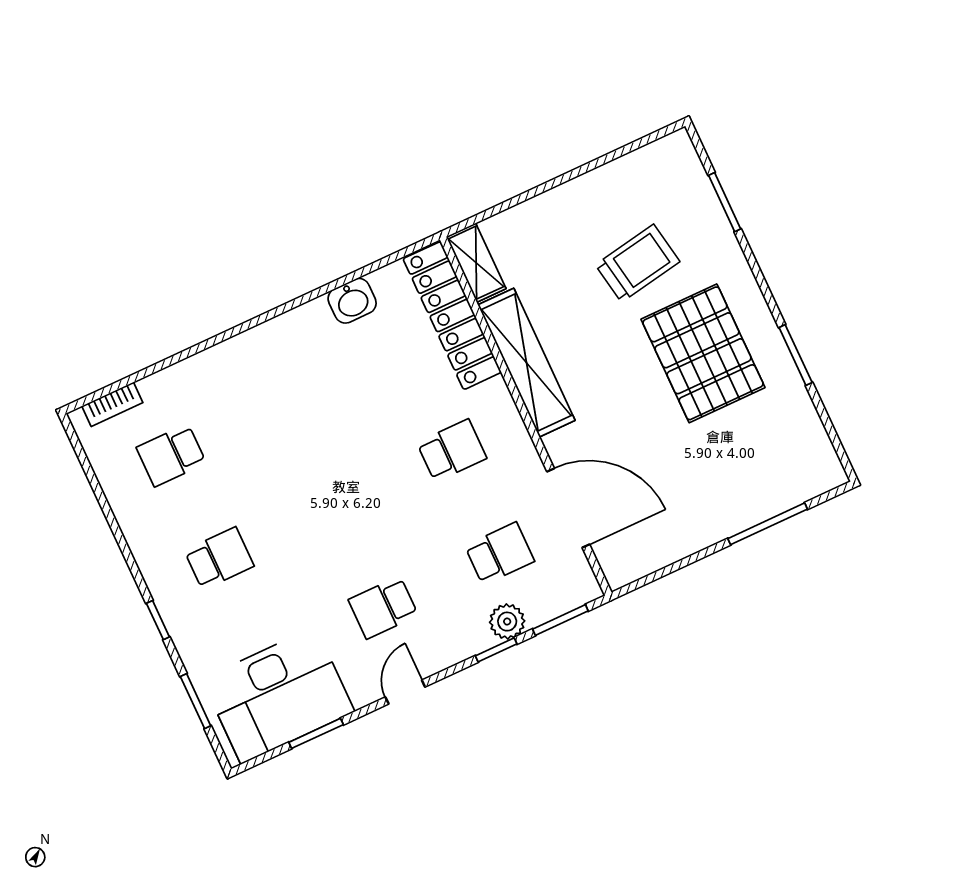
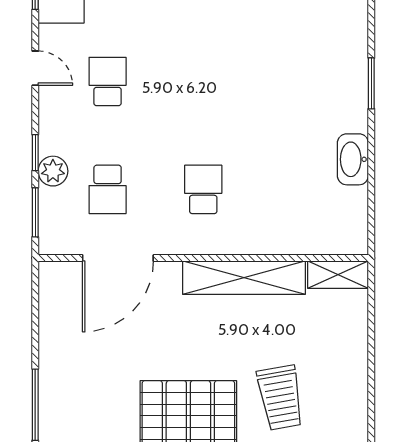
washbasin: (352, 301) -> (353, 159), width x1.38
locker: (452, 316) -> (306, 238), removed
window: (253, 322) -> (371, 83), added
school desk: (452, 450) -> (203, 189), turned 180

